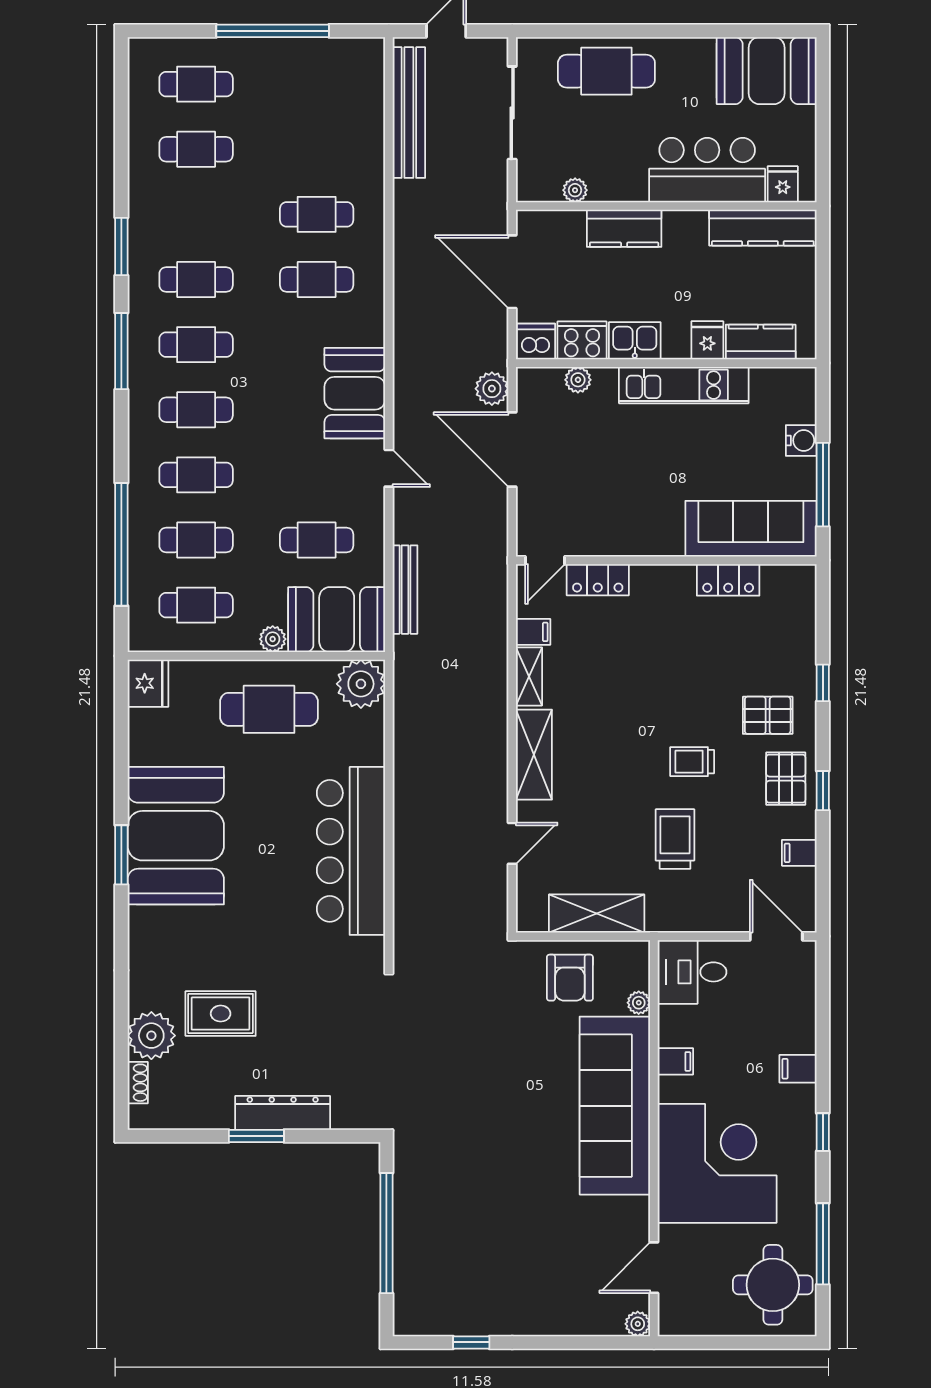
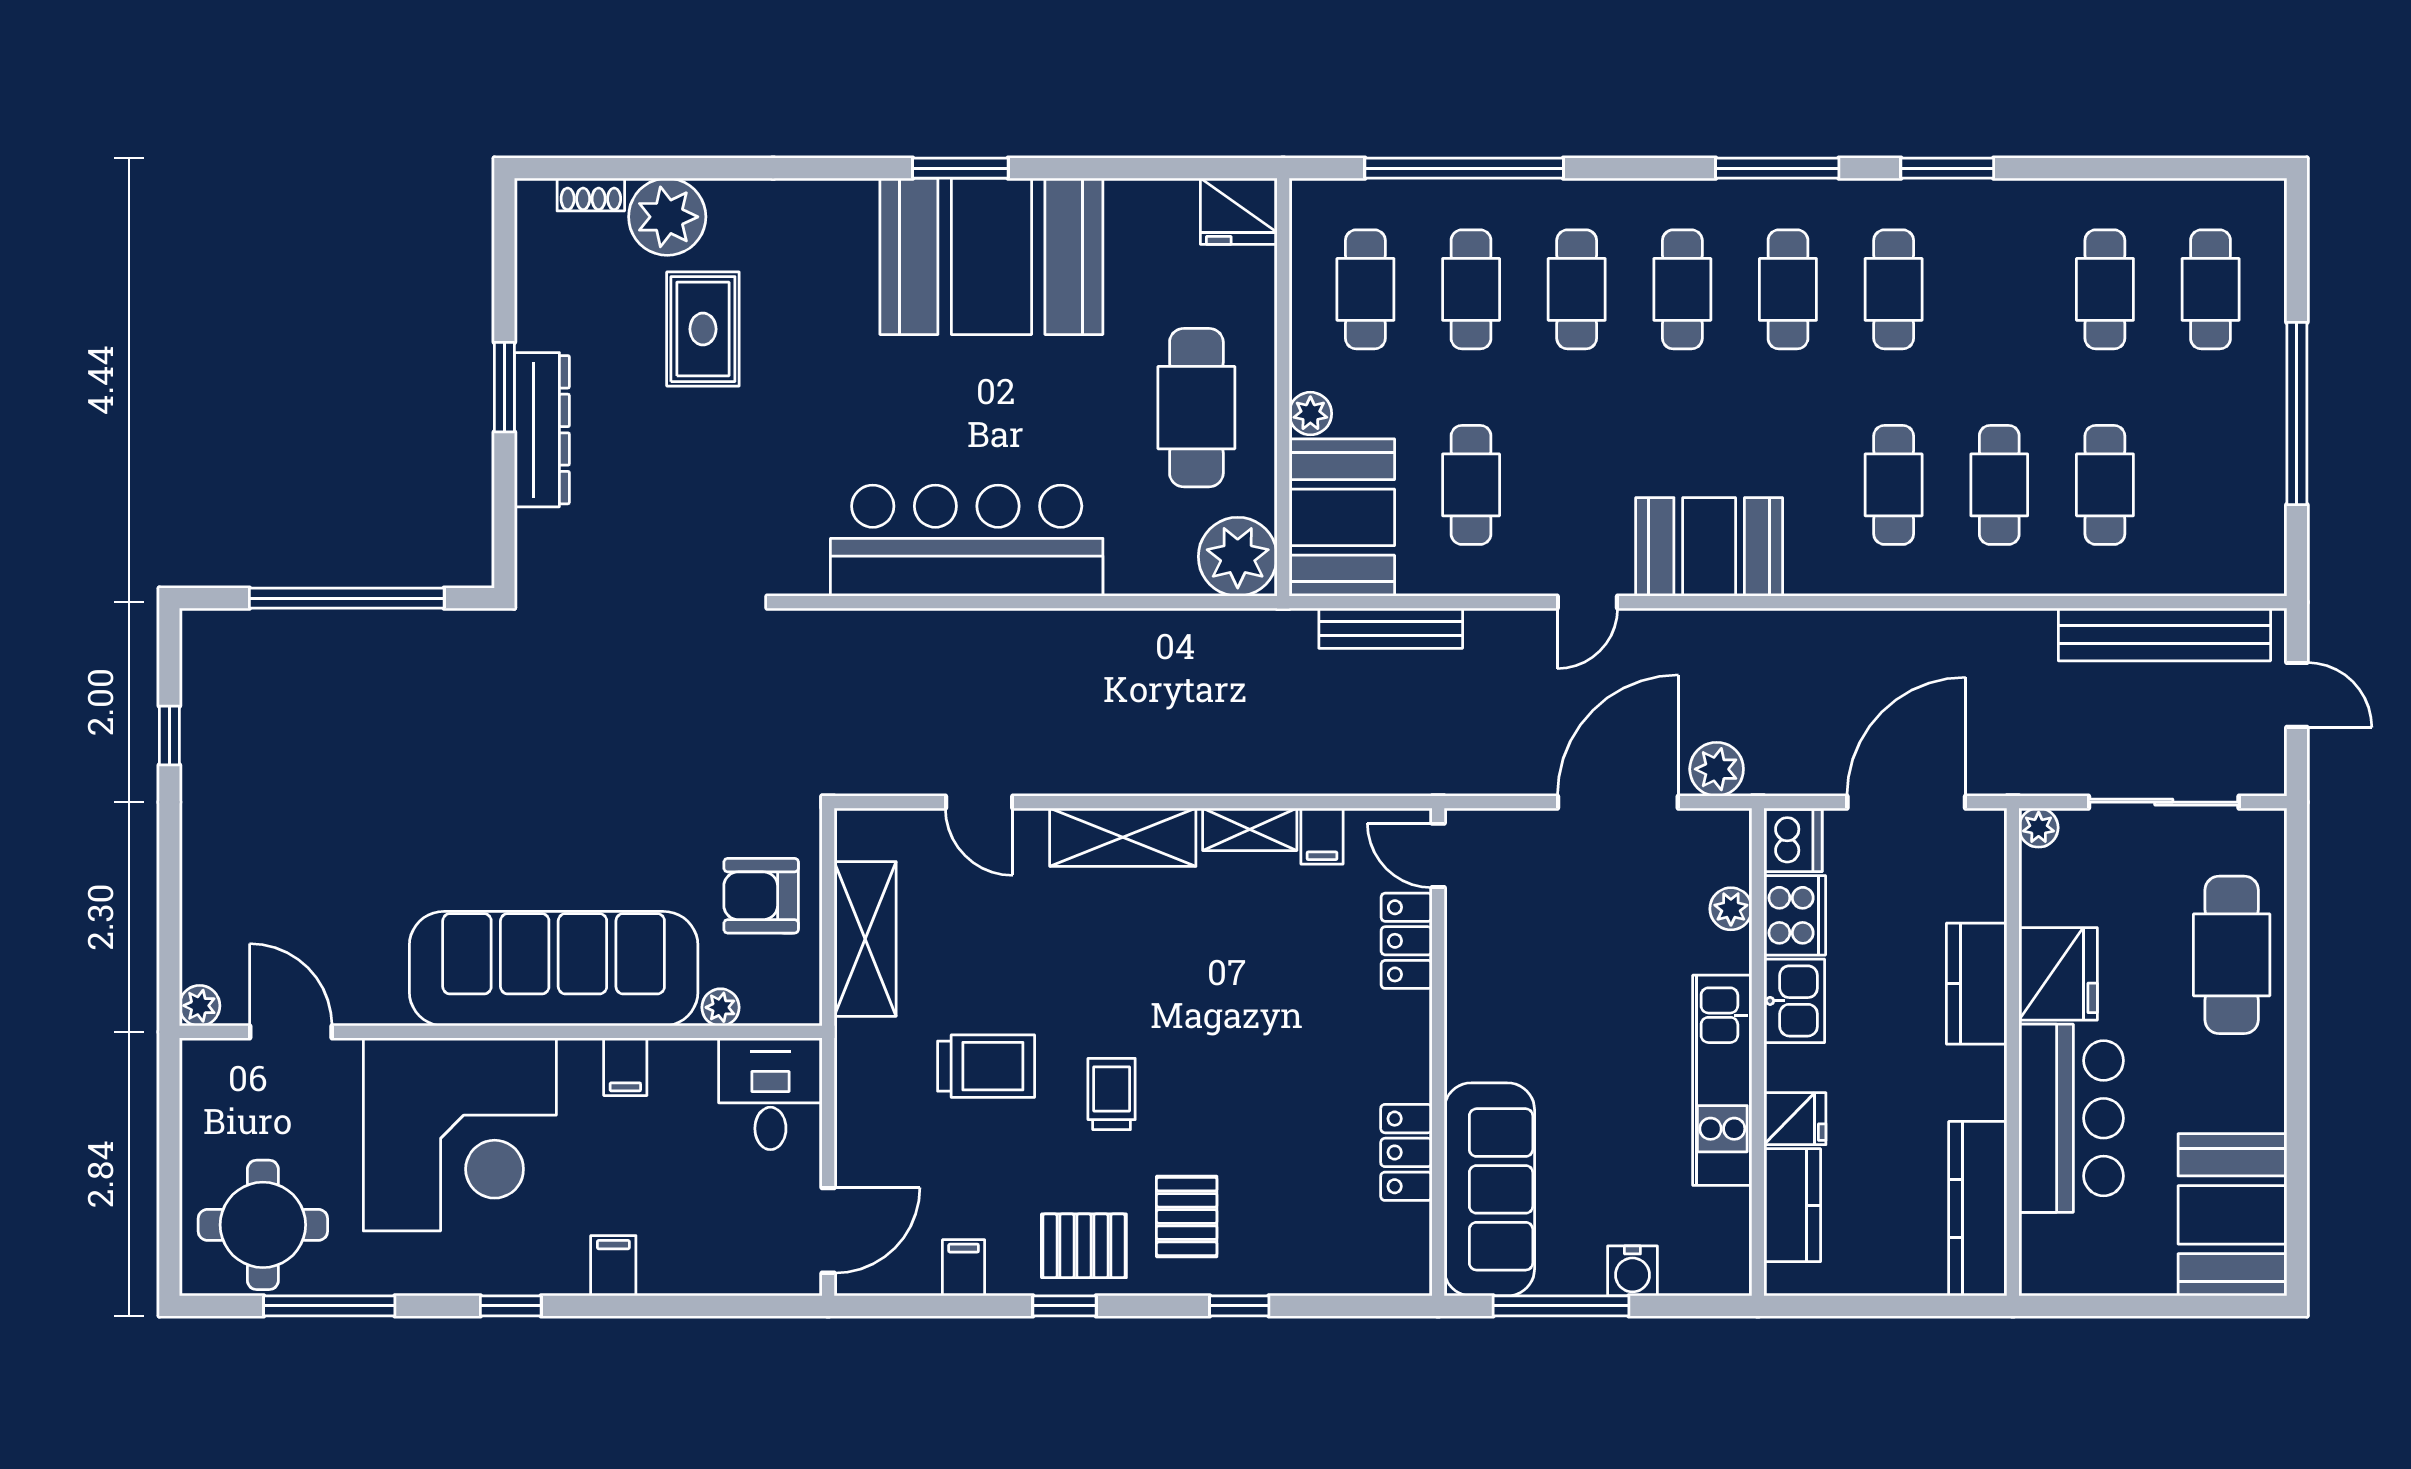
cafe table: (317, 149) -> (2105, 485), added
fridge: (783, 184) -> (2058, 974), moved, width x1.88, depth x1.34
plant: (575, 190) -> (2039, 828), moved

